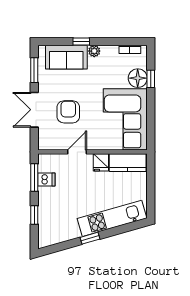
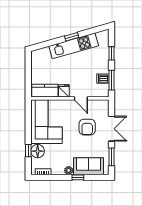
door: (77, 152) -> (81, 98), hinge flipped
kitchen unit: (112, 218) -> (74, 46), moved

